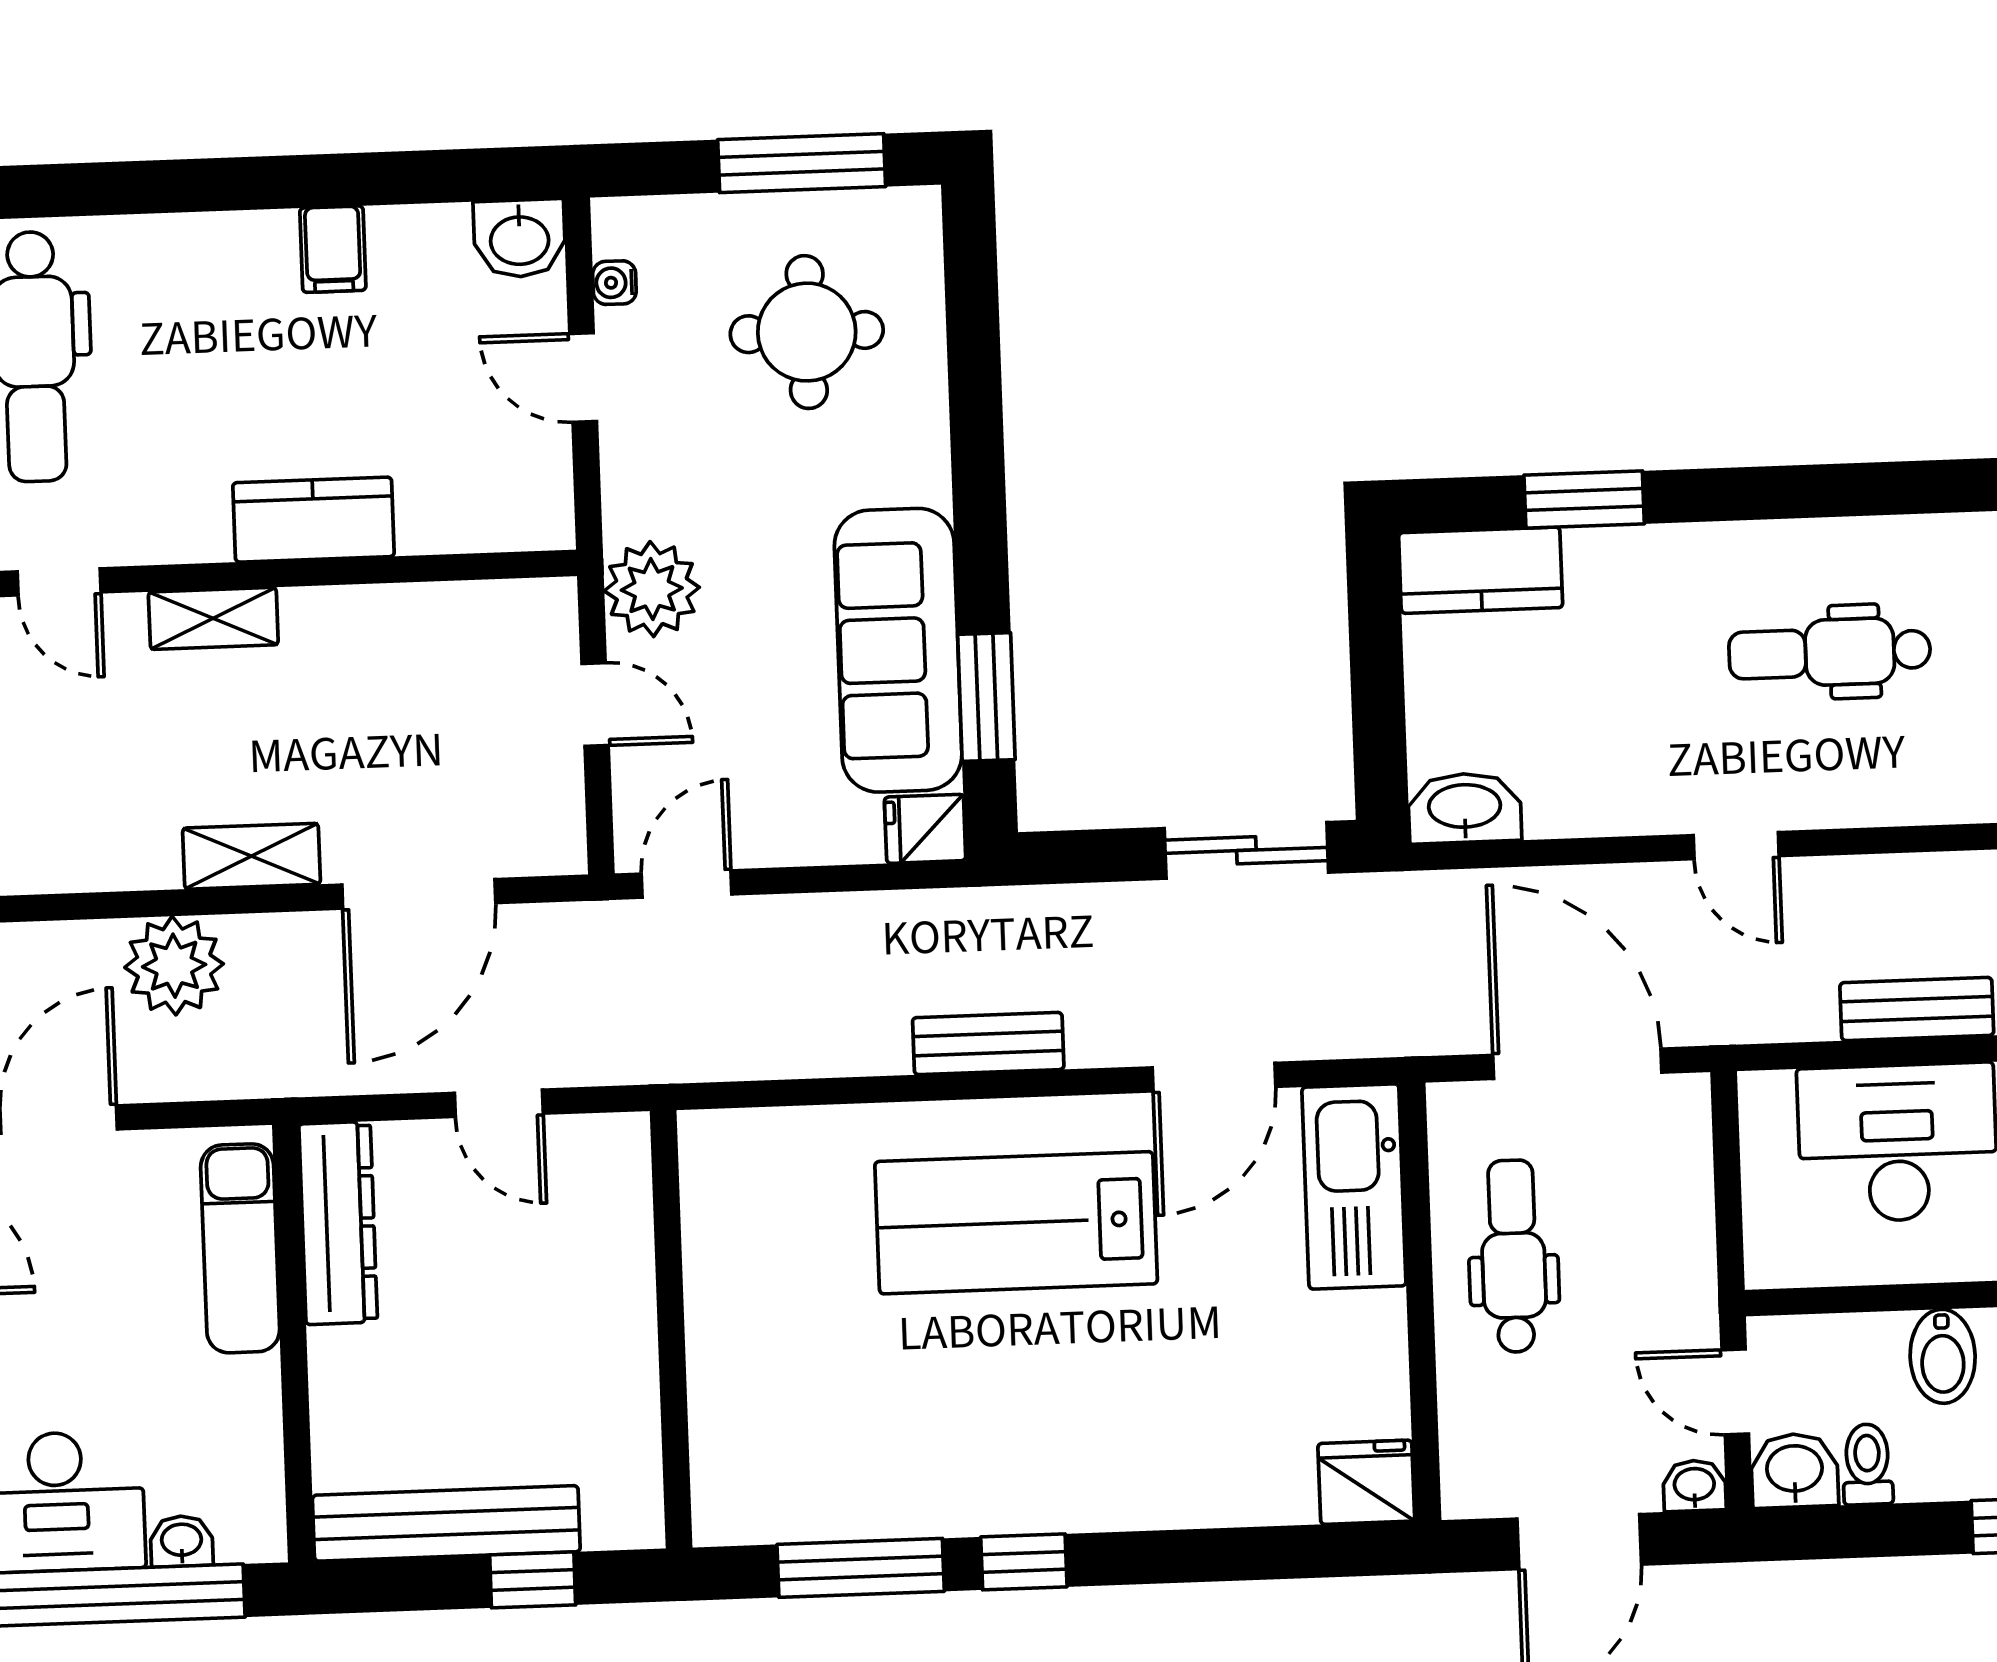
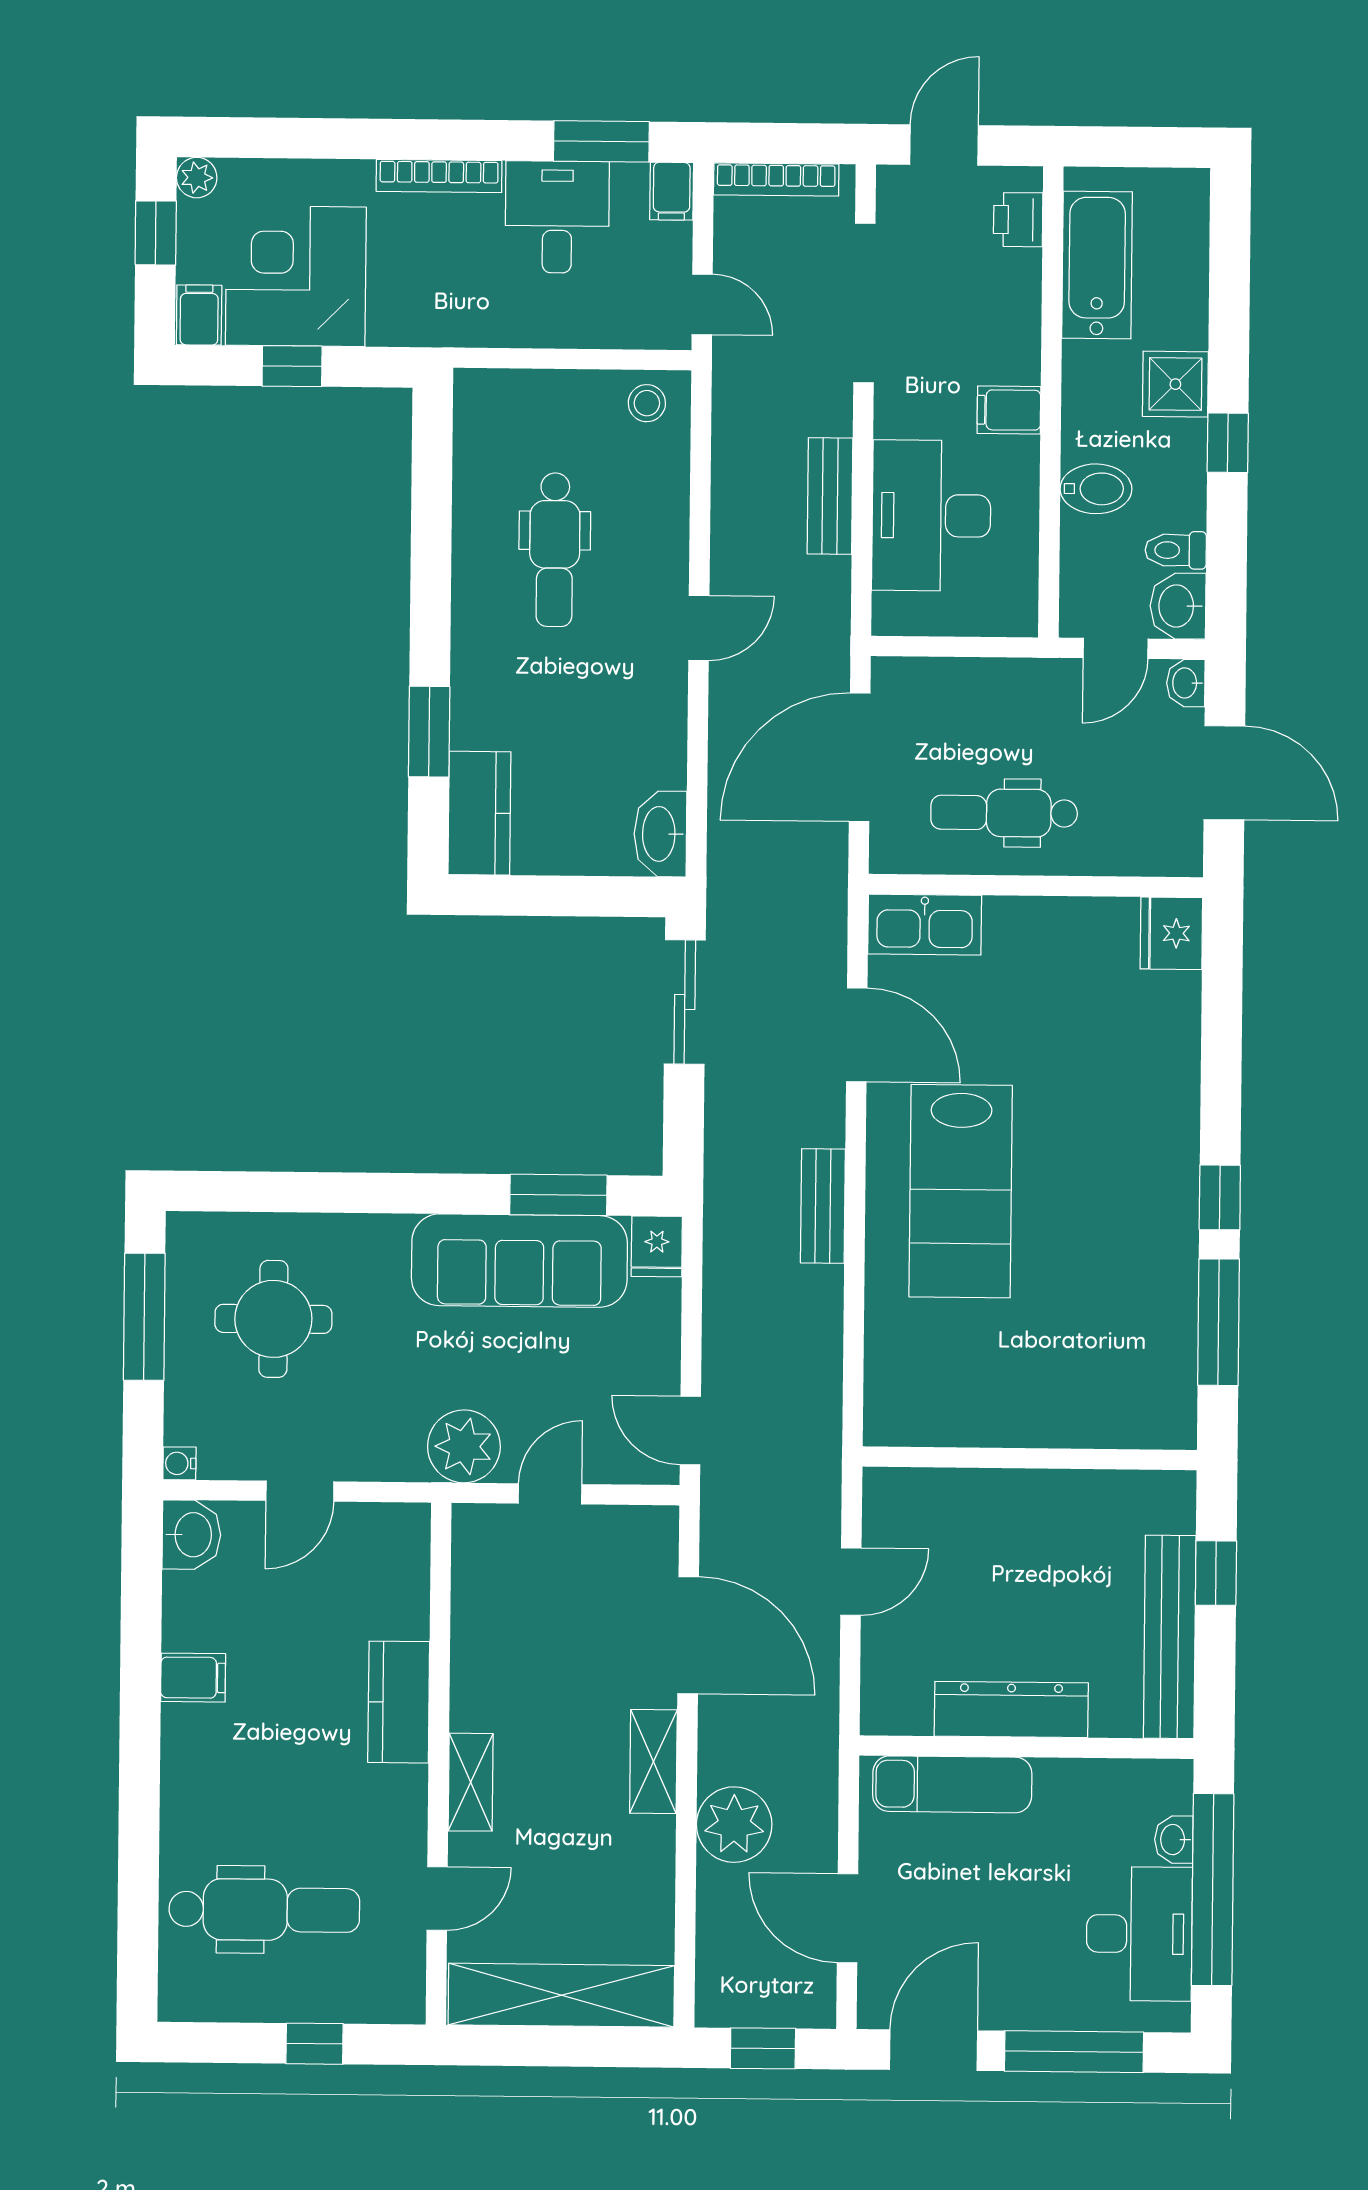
water cooler: (614, 283) -> (179, 1463), moved, turned 90
kitchen sink: (1354, 1186) -> (925, 925), width x0.73, depth x0.81
dresser: (338, 1223) -> (1011, 1709), moved

